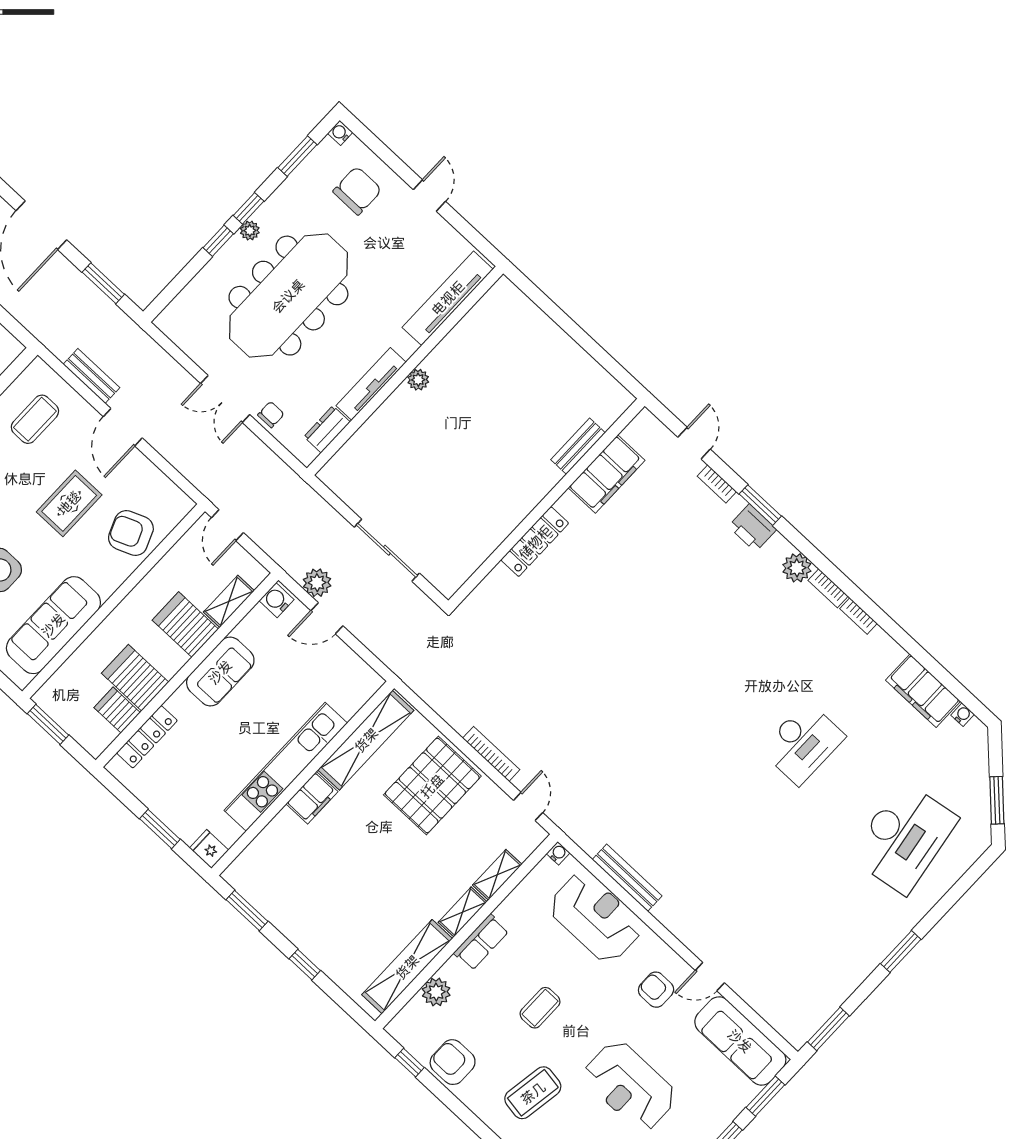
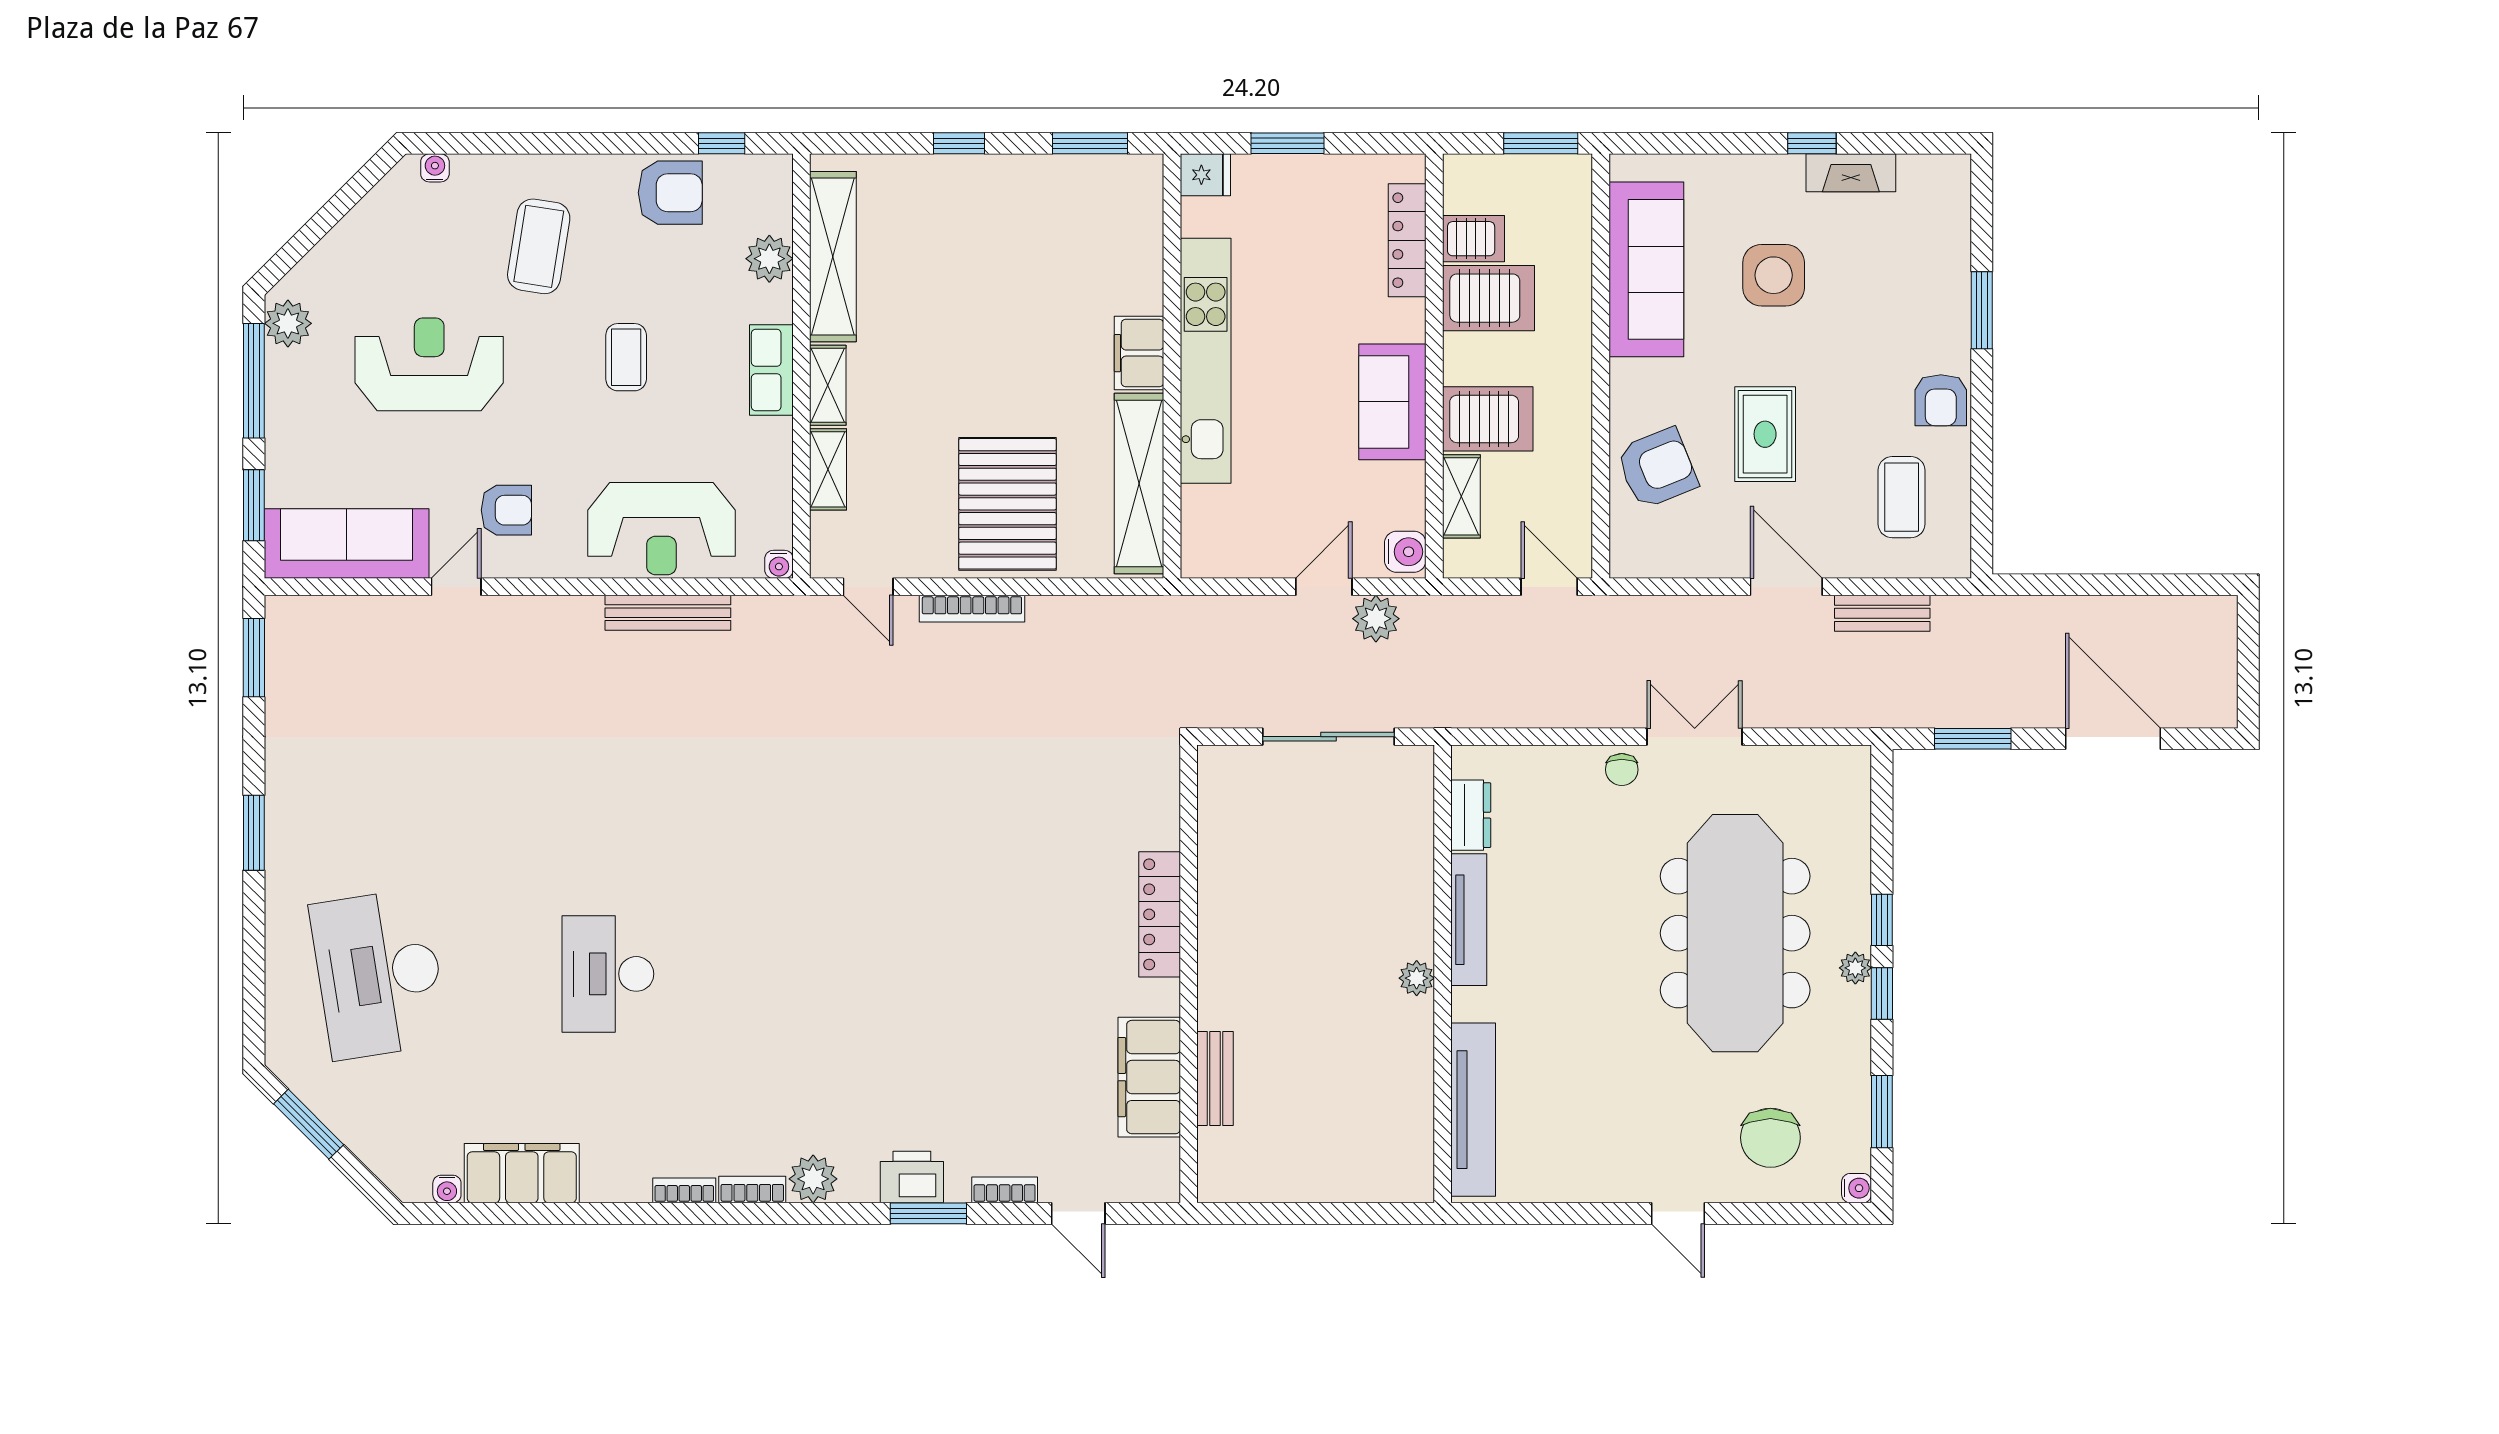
tv unit: (448, 298) -> (1473, 1110), moved
wall: (405, 371) -> (1443, 974), moved
plant: (418, 380) -> (1417, 978), moved
tv unit: (371, 384) -> (1469, 920), moved
dresser: (327, 429) -> (1471, 815), moved

